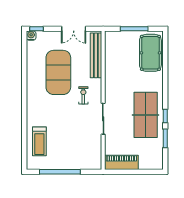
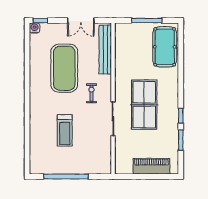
table tennis table: (146, 115) -> (144, 105), moved
treadmill: (39, 141) -> (65, 130), moved
piano: (121, 162) -> (151, 166), moved

